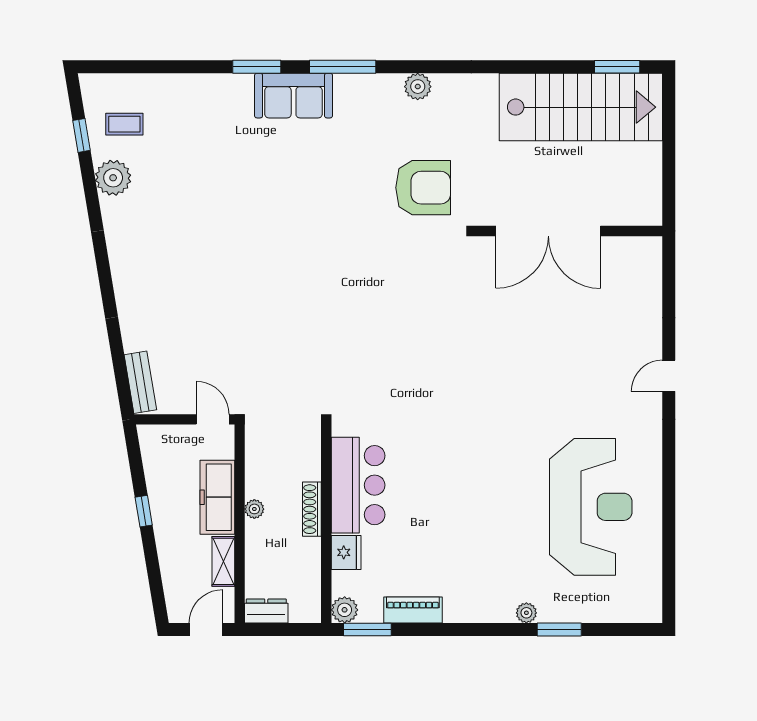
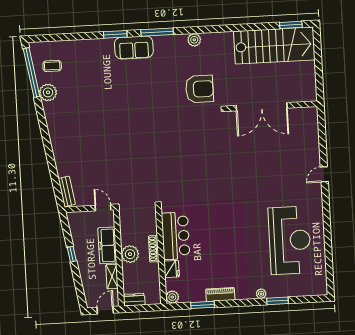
window: (81, 135) -> (31, 73), width x3.17
plant: (254, 509) -> (130, 254), width x1.87, depth x1.87
piano: (413, 610) -> (220, 295), moved
window: (367, 629) -> (203, 305), moved

